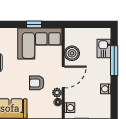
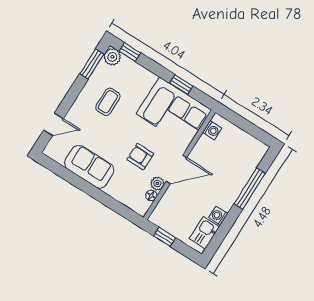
kitchen sink: (104, 49) -> (204, 233), moved
boiler: (72, 53) -> (205, 148), removed
washing machine: (70, 108) -> (212, 130), moved

